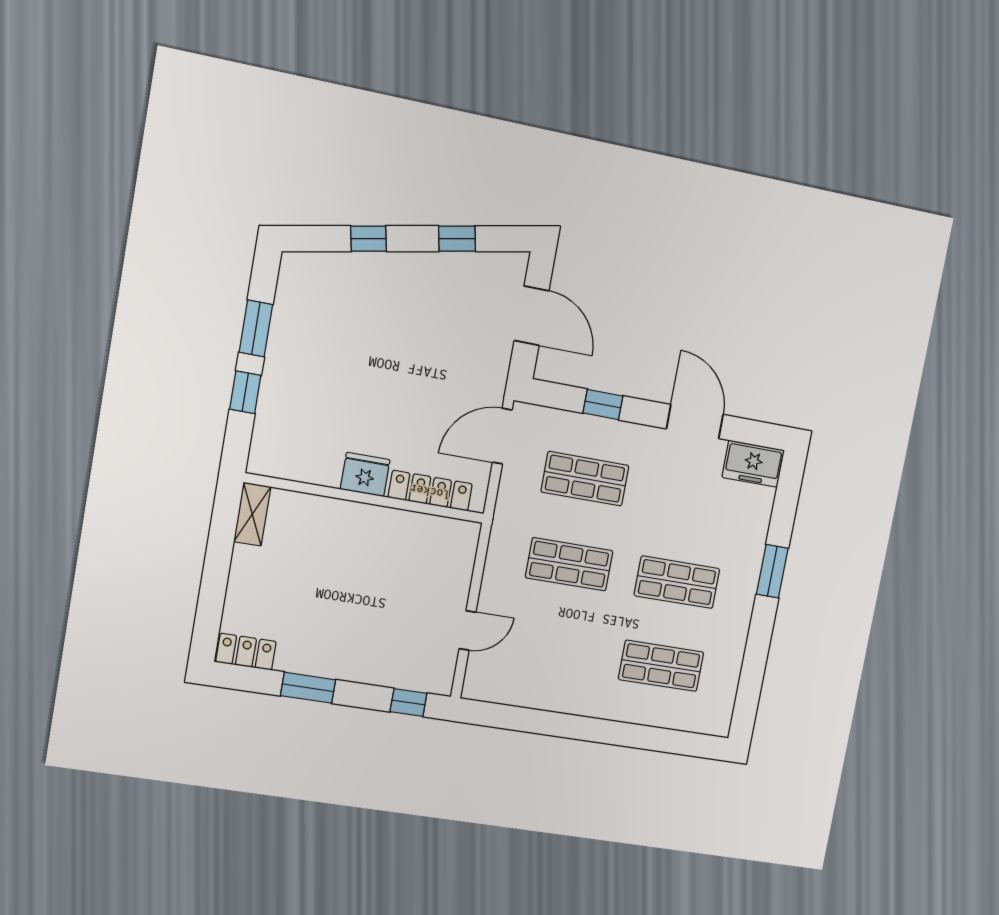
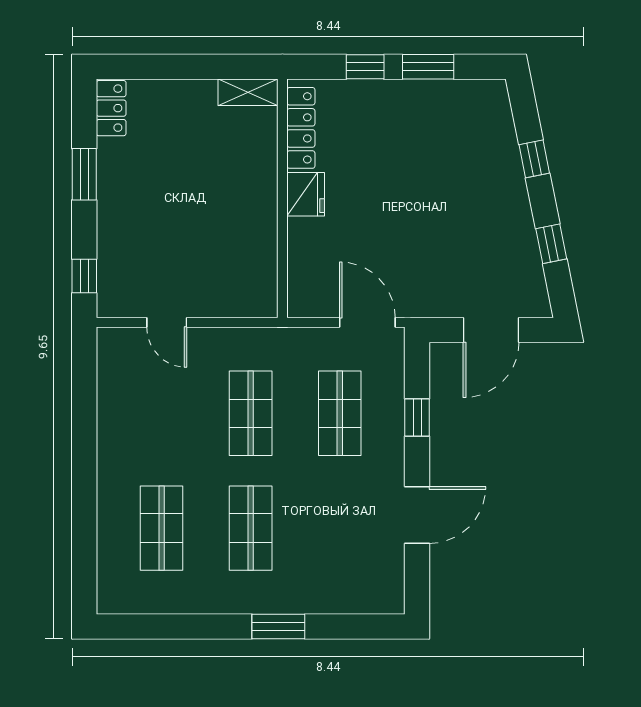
freezer: (753, 464) -> (385, 584), removed
locker: (430, 491) -> (301, 128), moved

